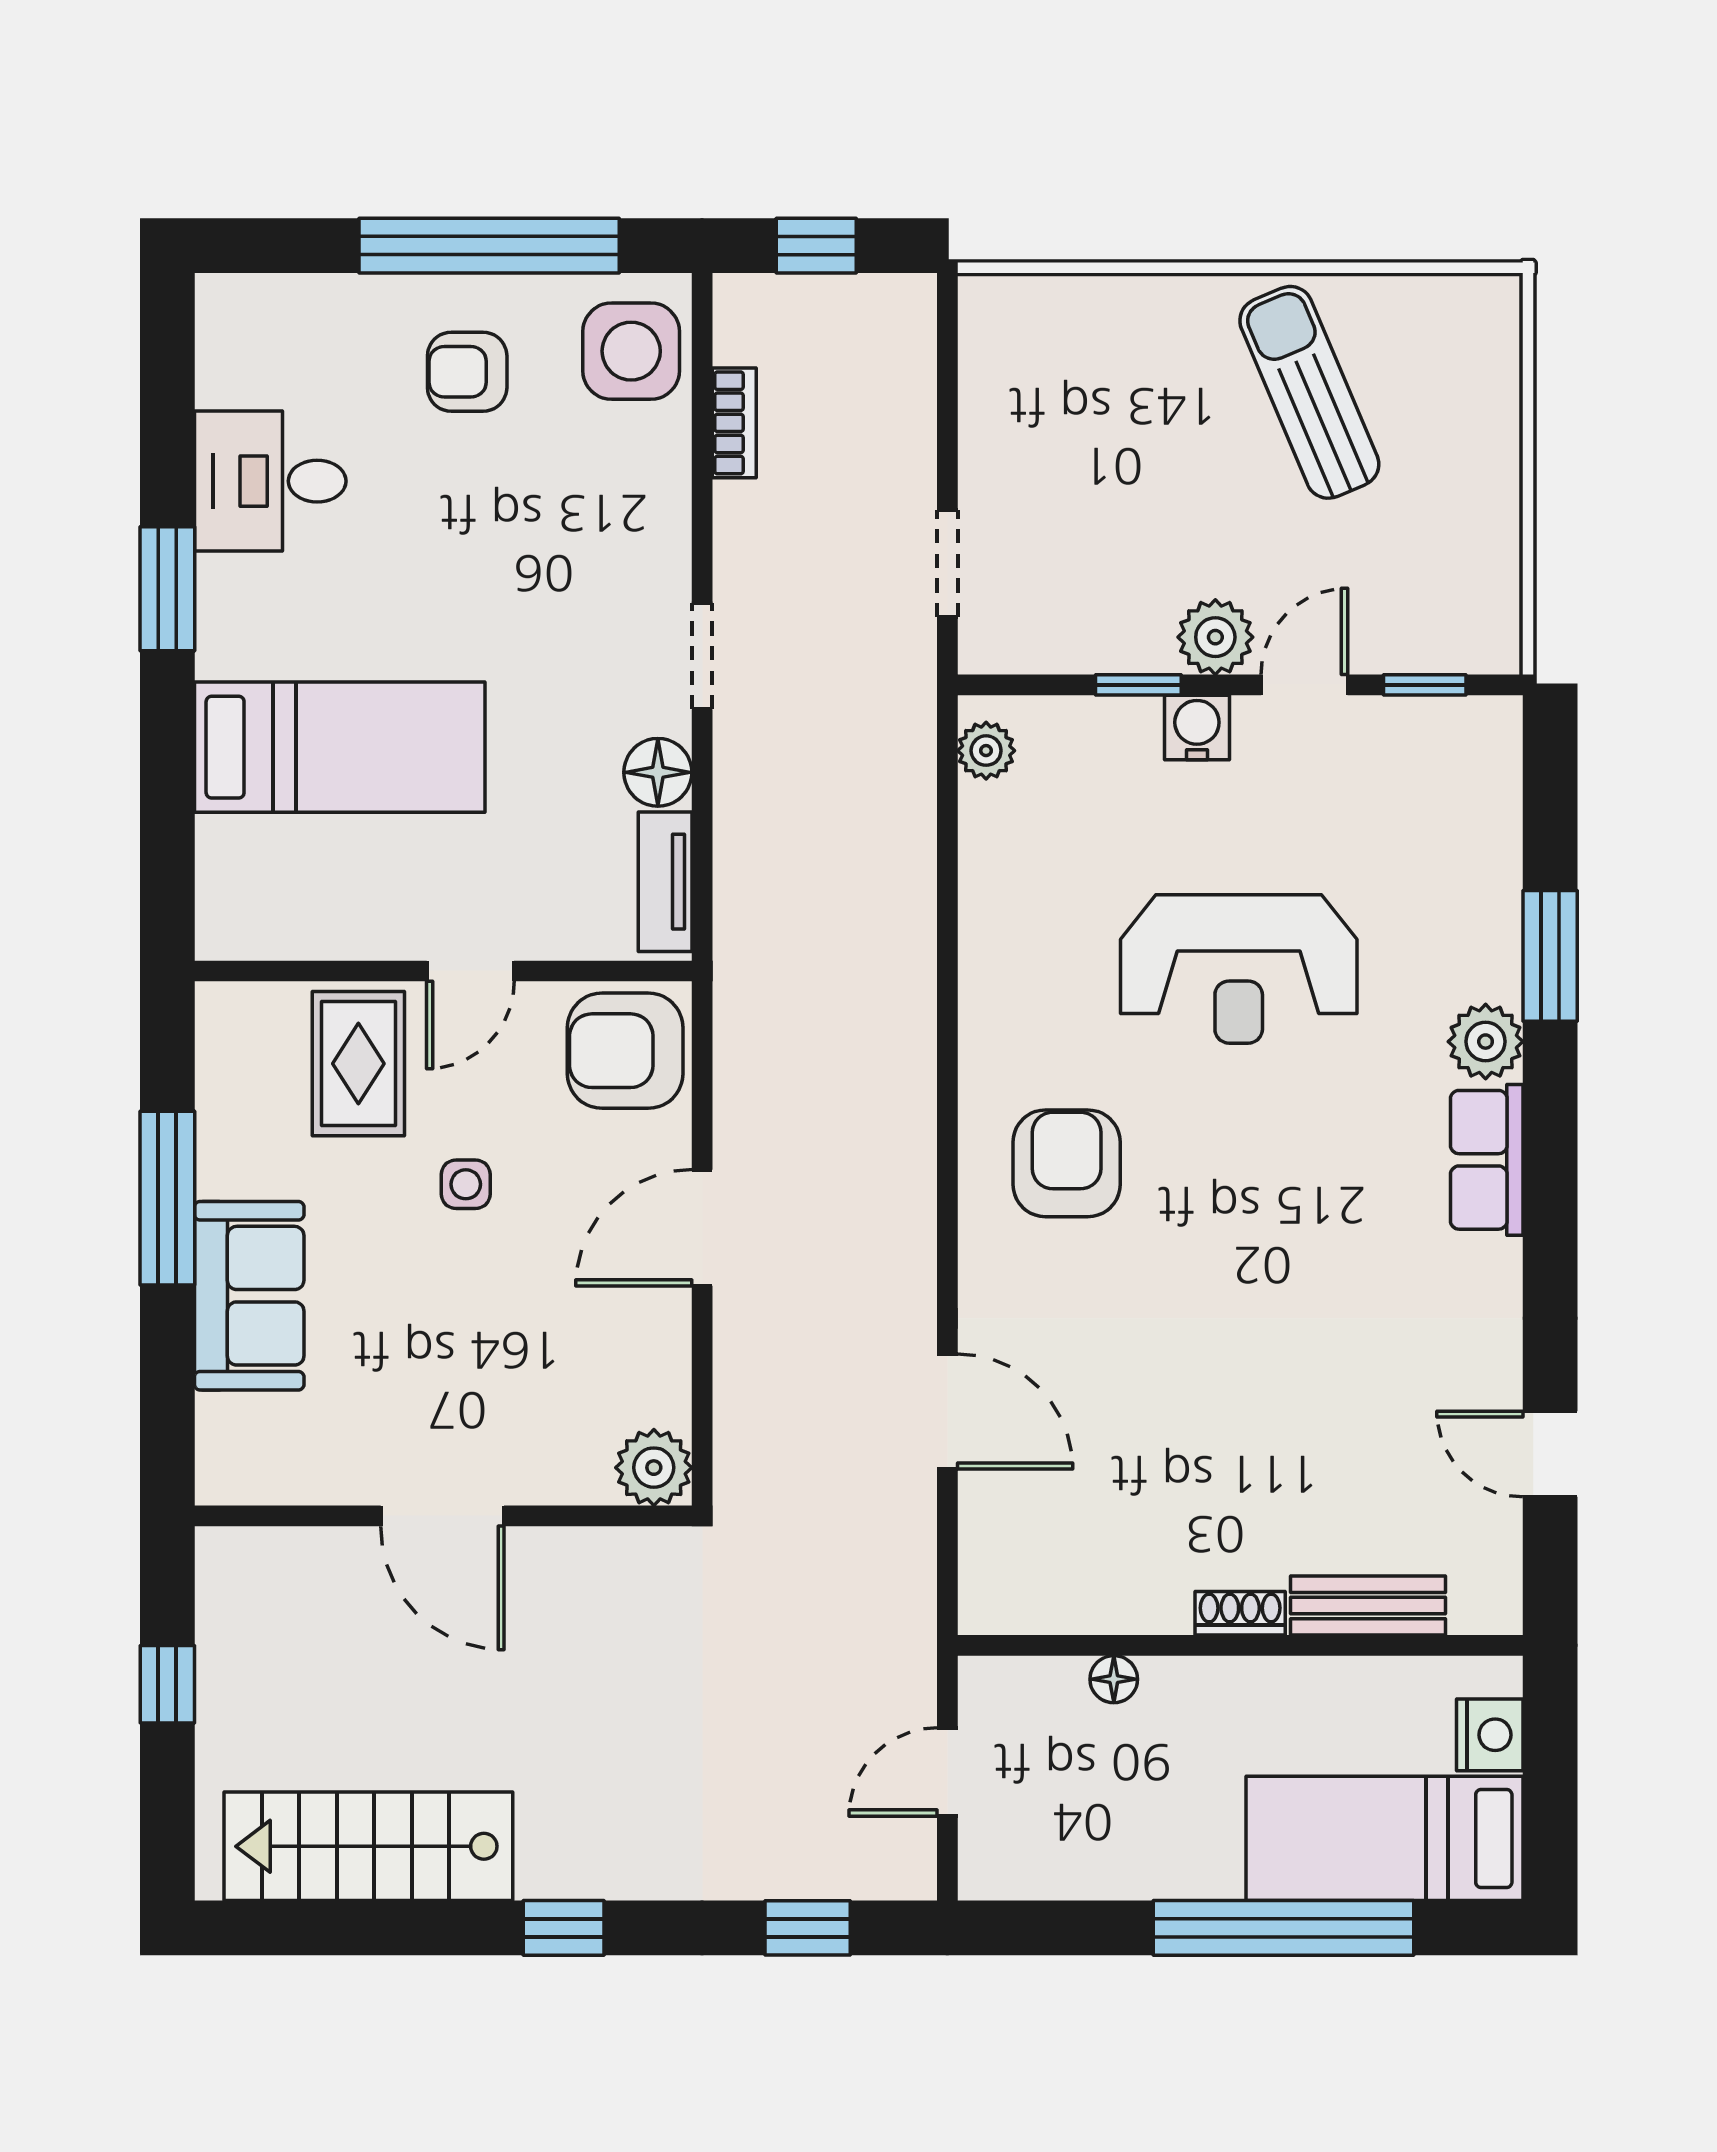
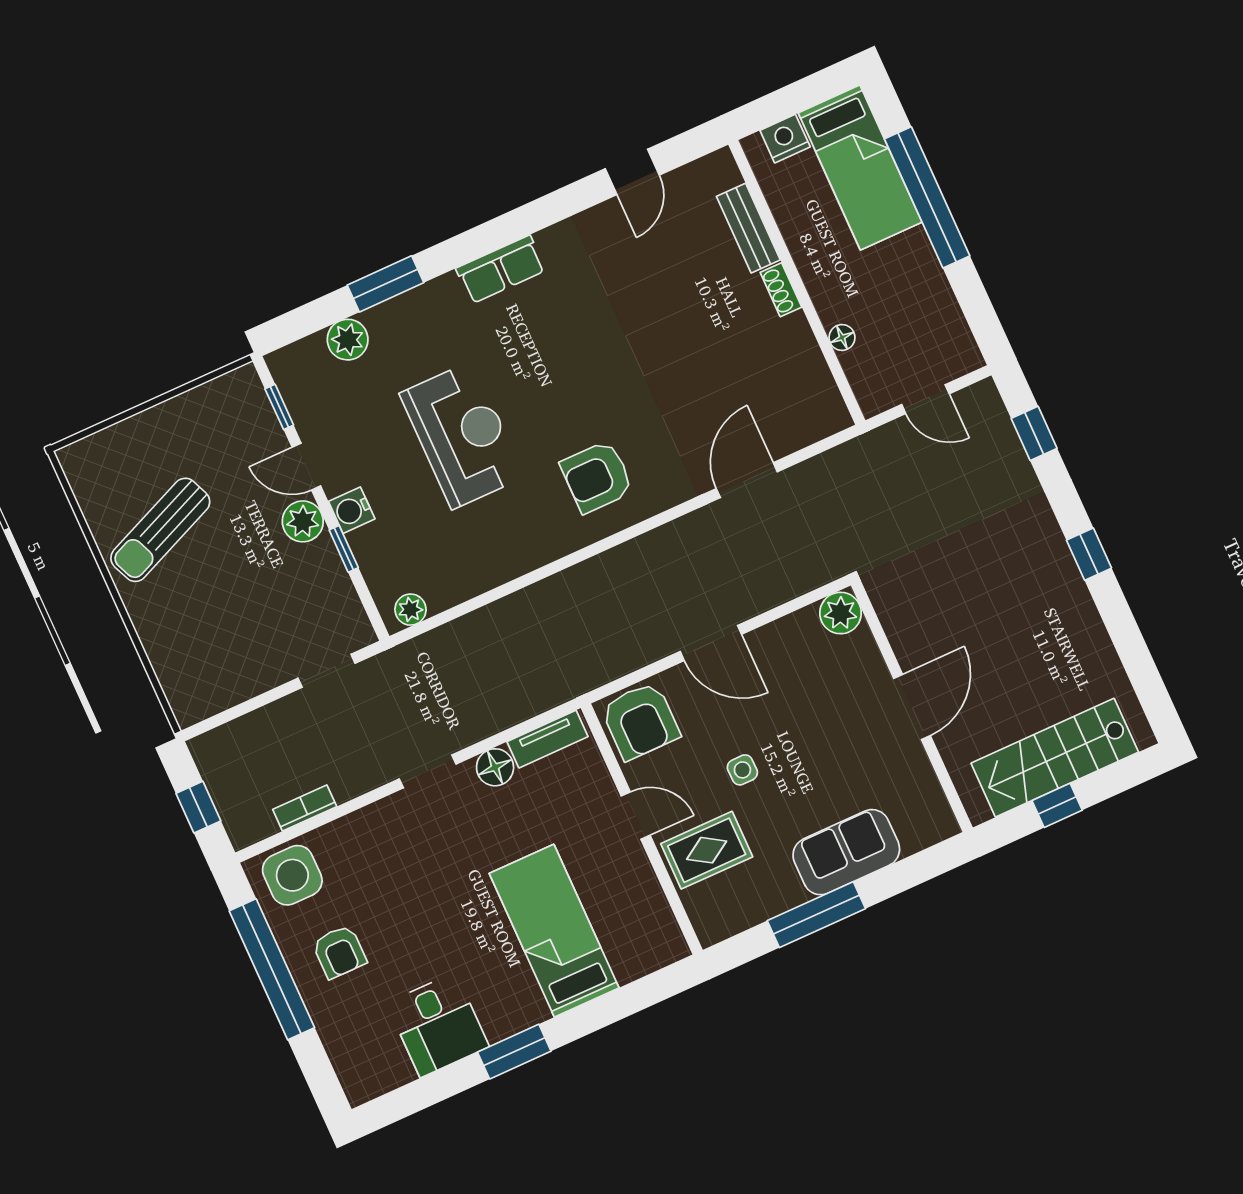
plant: (1486, 1042) -> (348, 340), moved
stairs: (368, 1846) -> (1055, 758), moved, turned 90

